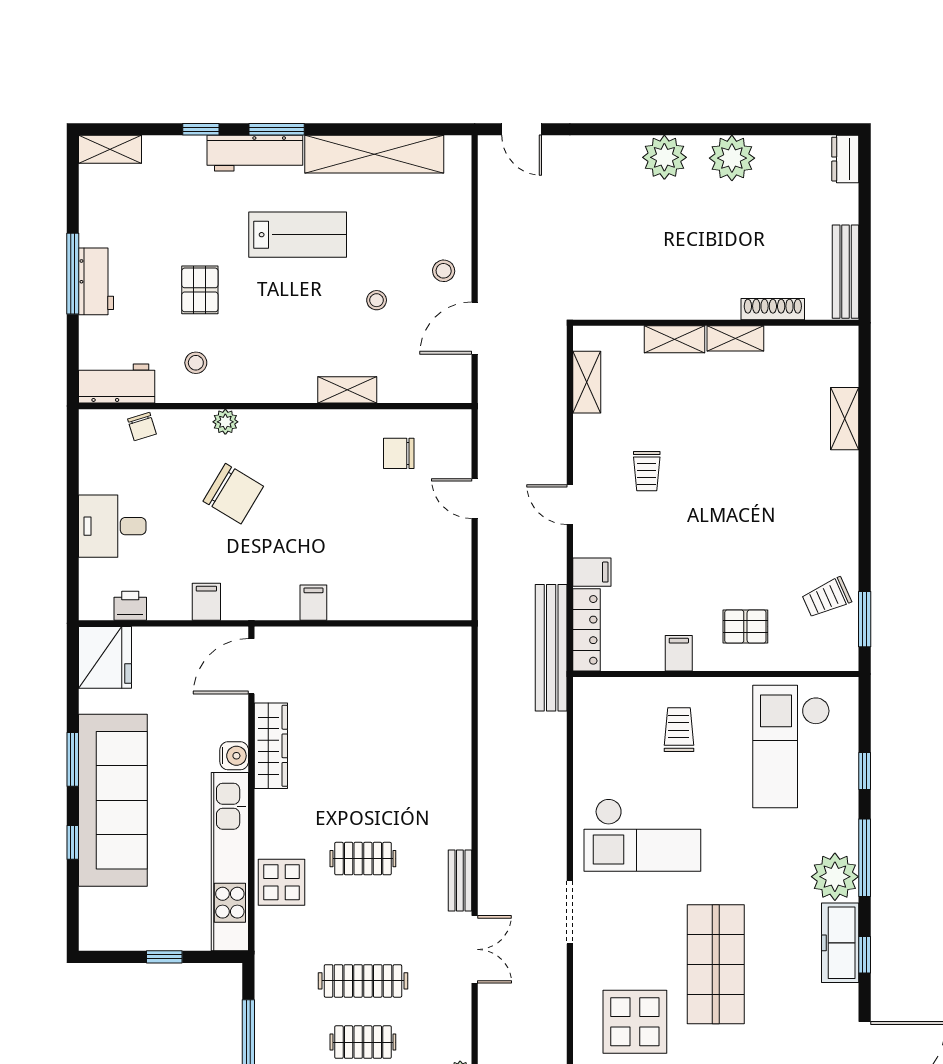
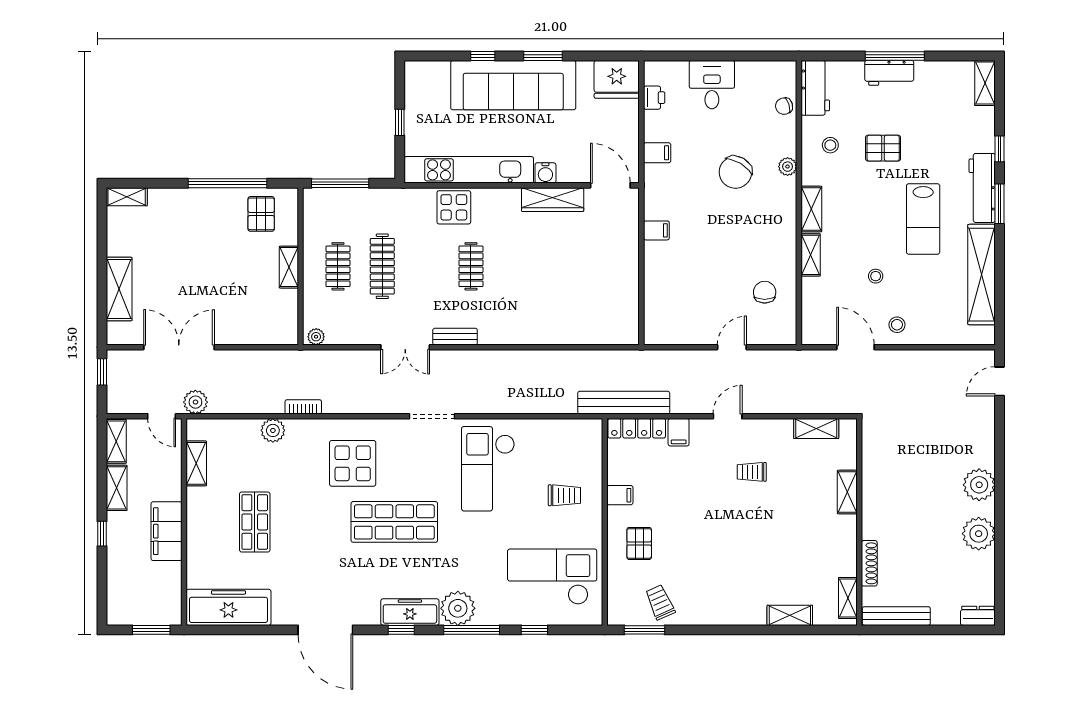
shelving: (735, 338) -> (848, 598), moved
shelving: (284, 389) -> (811, 209), added

